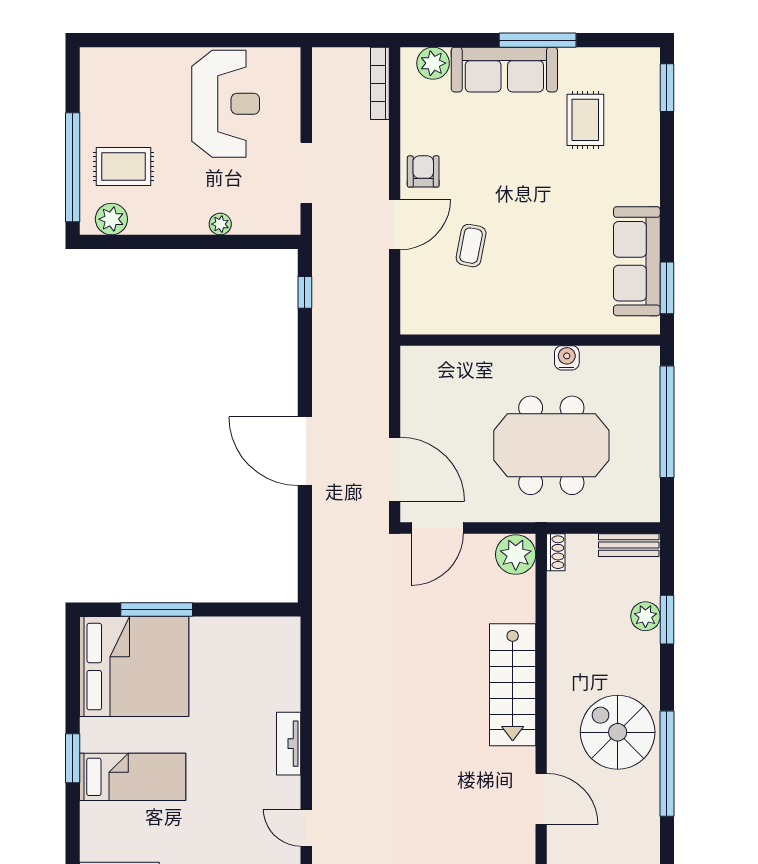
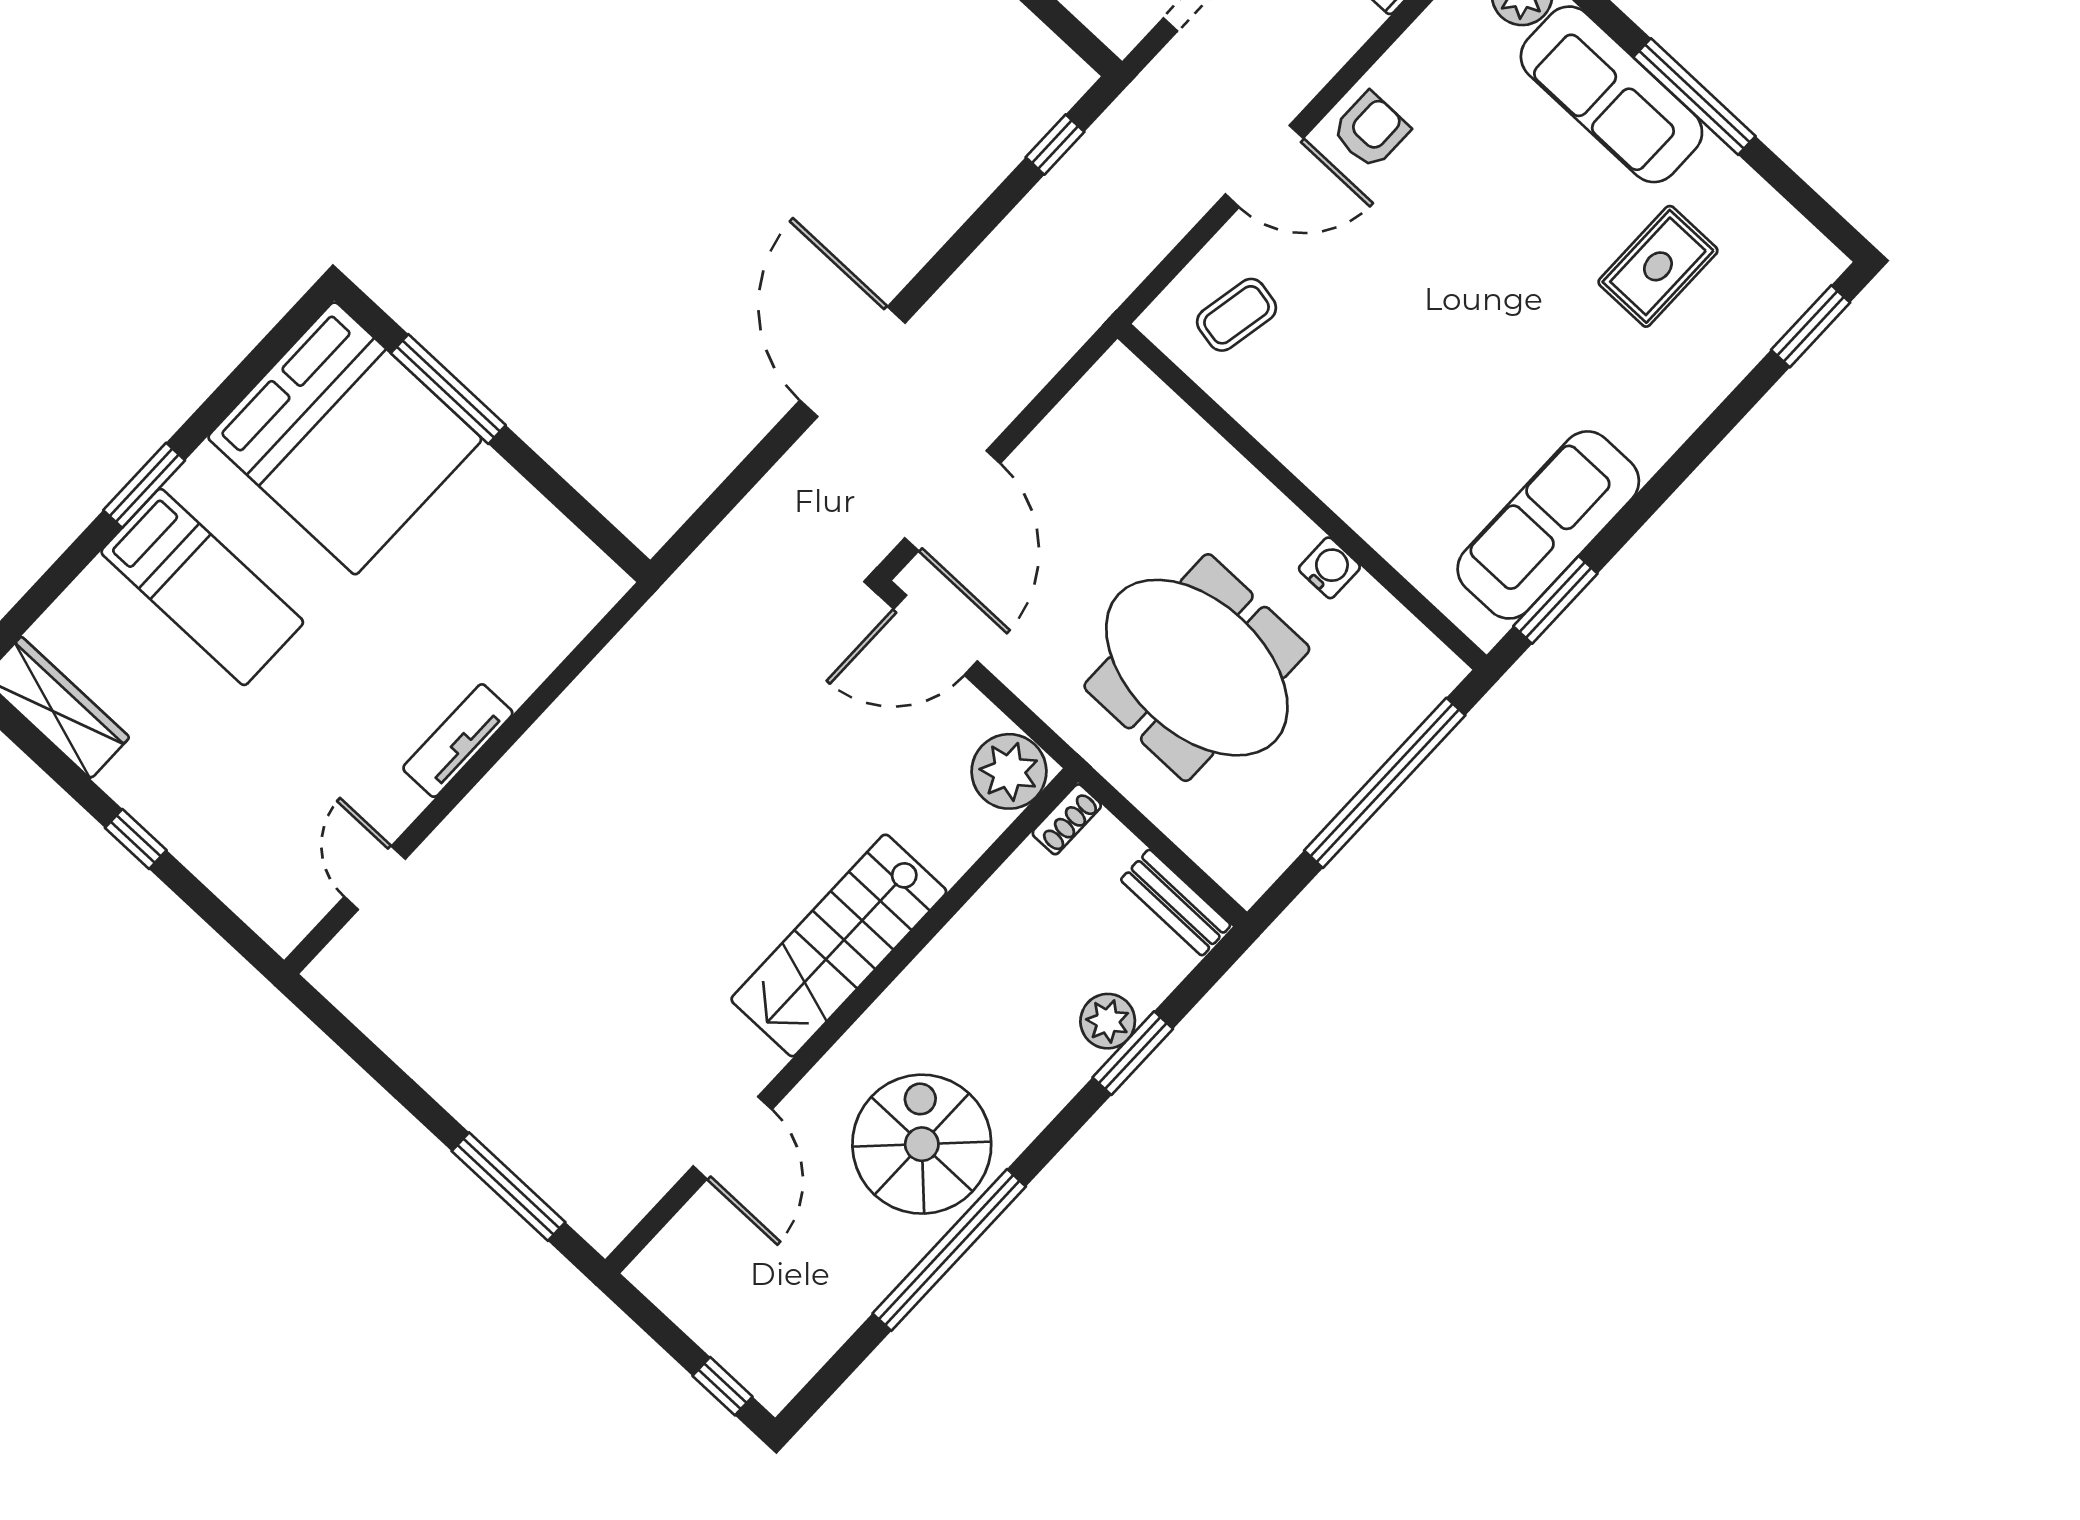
coffee table: (471, 246) -> (1236, 315), moved

